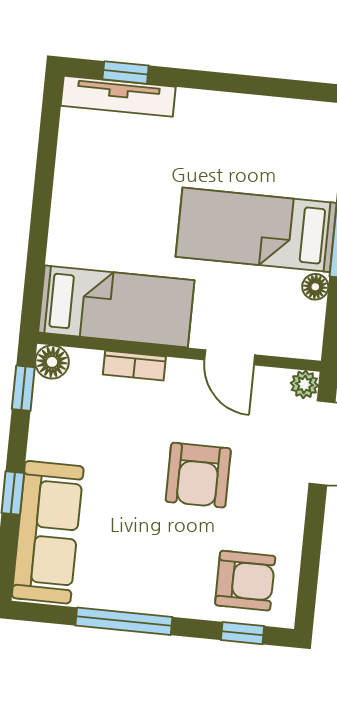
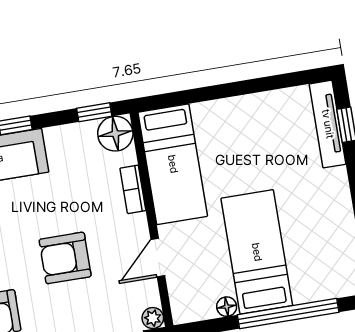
floor lamp: (52, 362) -> (115, 134), width x1.38, depth x1.38

